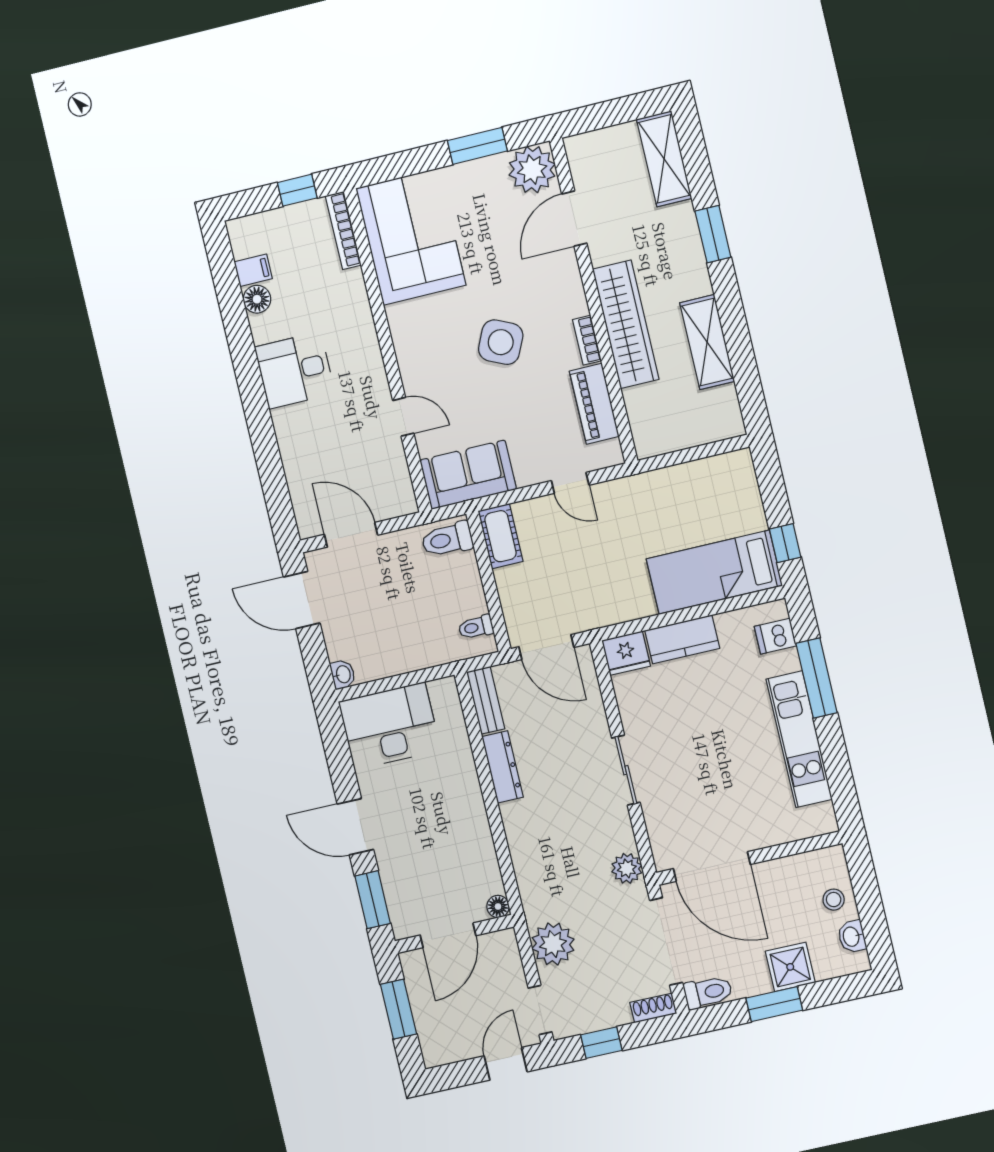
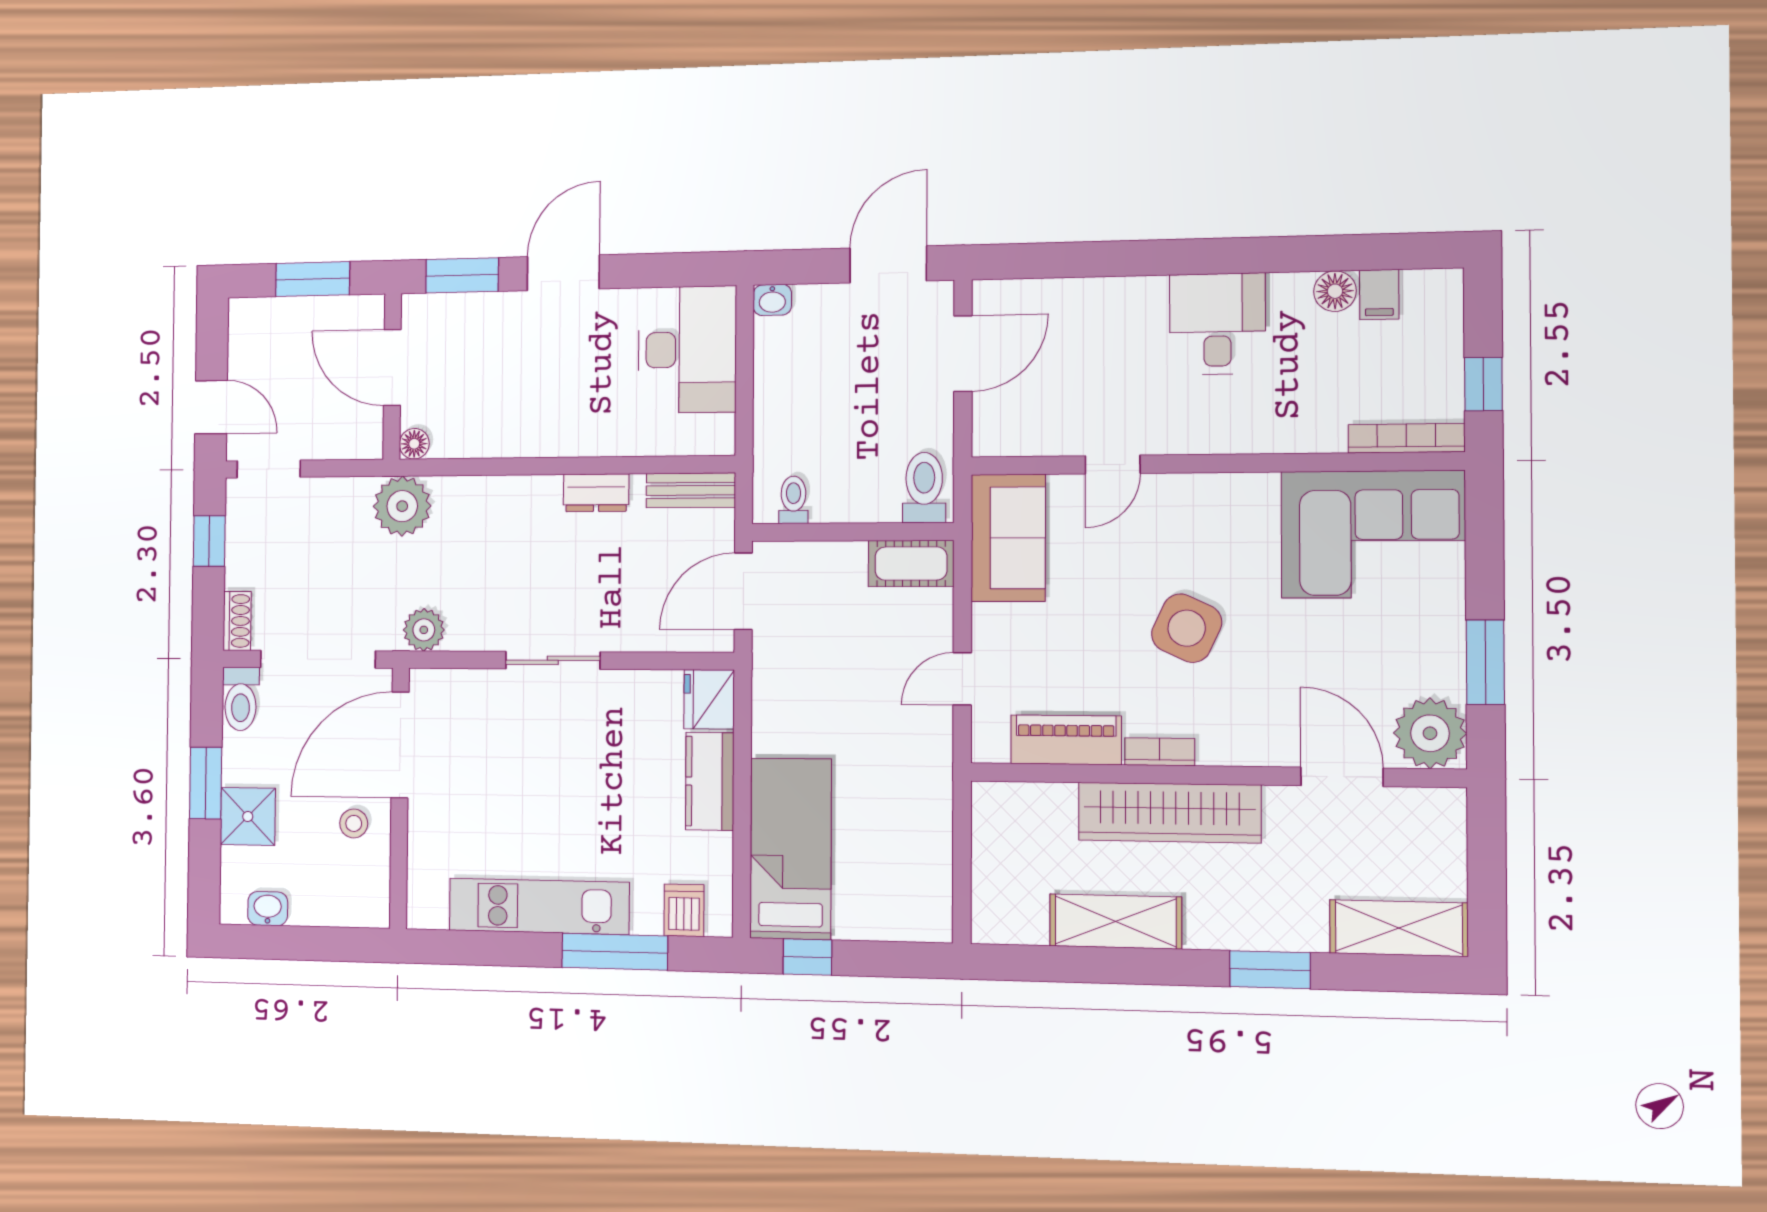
dresser: (503, 767) -> (596, 493), width x0.70
stool: (834, 900) -> (354, 823), moved
plant: (553, 944) -> (402, 506), moved

